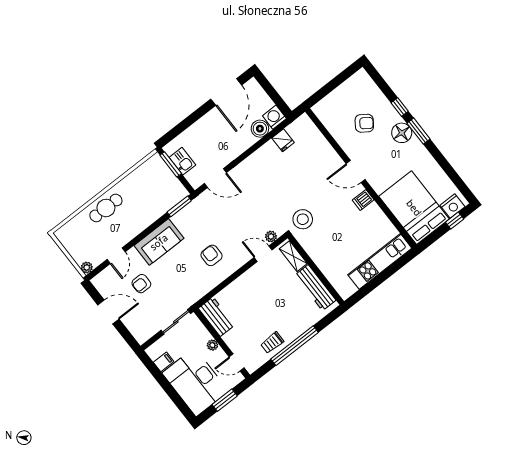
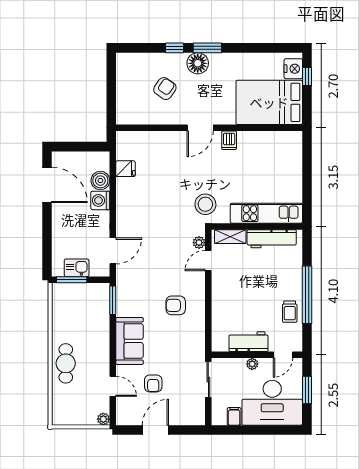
washing machine: (274, 117) -> (100, 200), moved
kitchen unit: (380, 261) -> (266, 213), moved, turned 90
workbench: (216, 317) -> (248, 342), moved

